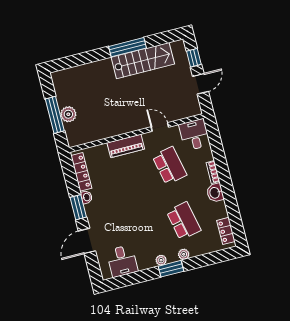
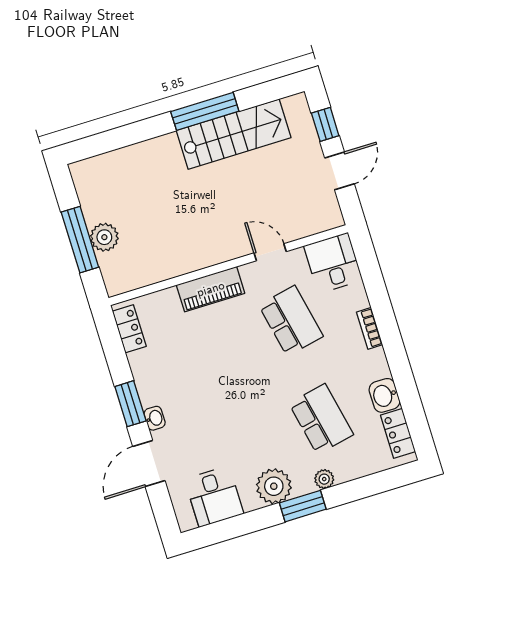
locker: (81, 172) -> (129, 329), width x0.66
washbasin: (215, 193) -> (384, 395), moved
washbasin: (86, 197) -> (155, 418), moved
plant: (161, 260) -> (274, 486), width x1.88, depth x1.88

